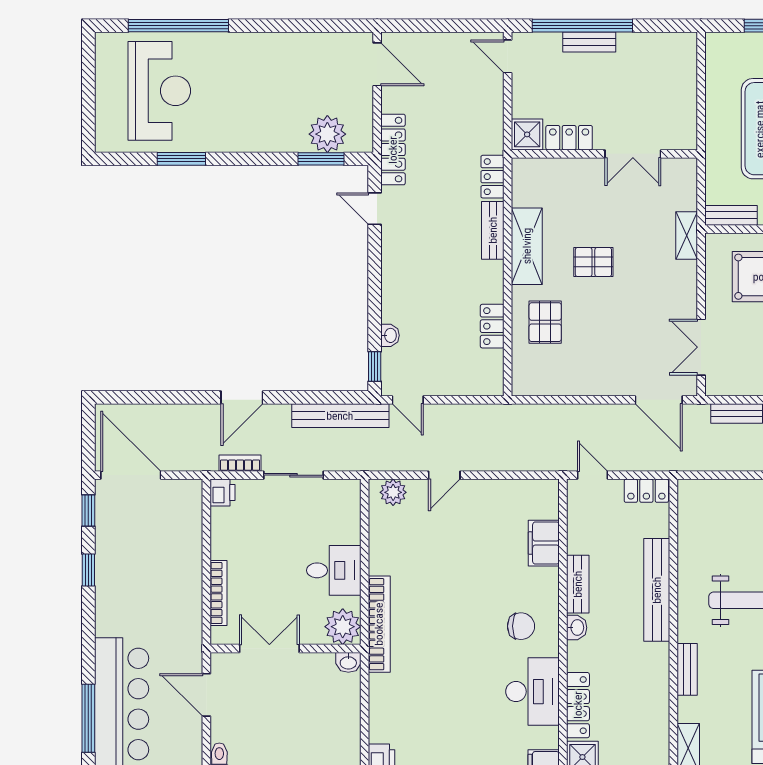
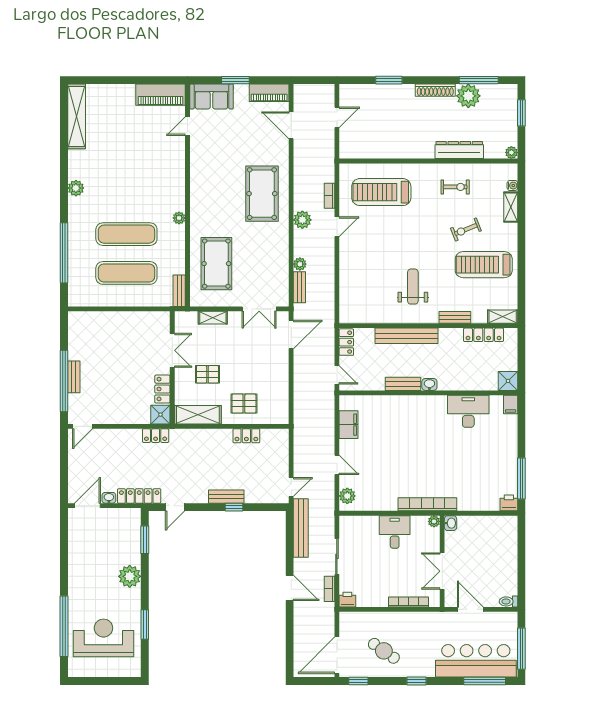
plant: (327, 134) -> (130, 576), moved
shower: (527, 134) -> (160, 415), moved
locker: (569, 138) -> (162, 389), moved
wall: (604, 154) -> (172, 368), moved
double door: (633, 154) -> (172, 350), moved
bench: (493, 230) -> (226, 497), moved
shelving: (687, 236) -> (213, 318), moved
pallet: (593, 262) -> (207, 374), turned 90
washbasin: (390, 335) -> (109, 498), moved
window: (375, 366) -> (234, 507), moved
door: (592, 475) -> (337, 375), swing flipped
filing cabinet: (544, 543) -> (349, 425), moved, turned -90
cafe table: (138, 553) -> (384, 651), added
window: (88, 570) -> (417, 681), moved
chair: (521, 626) -> (429, 418), removed
plant: (343, 627) -> (434, 521), width x0.53, depth x0.53
door: (206, 695) -> (470, 609), swing flipped
locker: (578, 705) -> (484, 335), moved, turned 180

